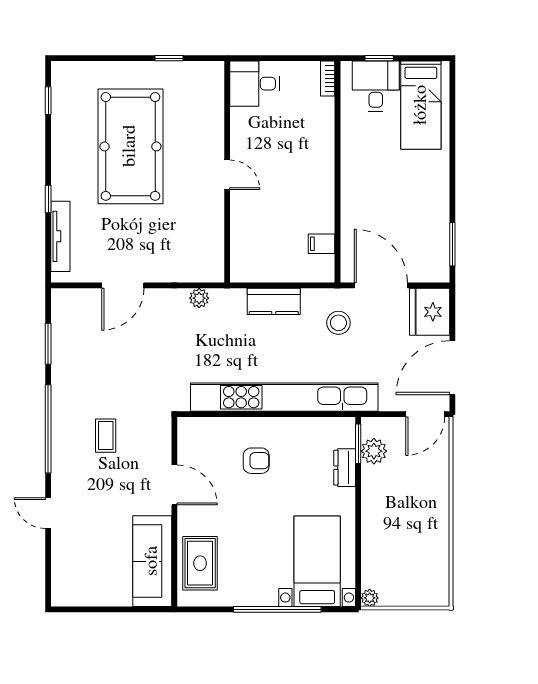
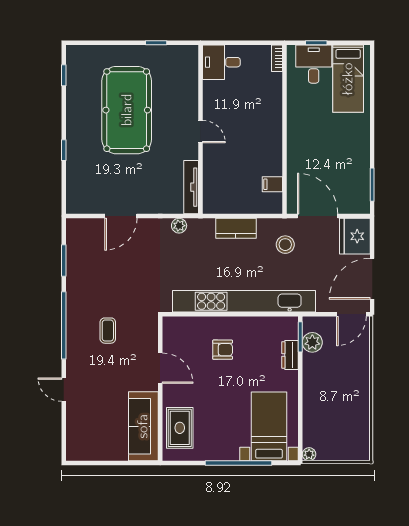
tv unit: (60, 236) -> (191, 187), moved, turned 180

